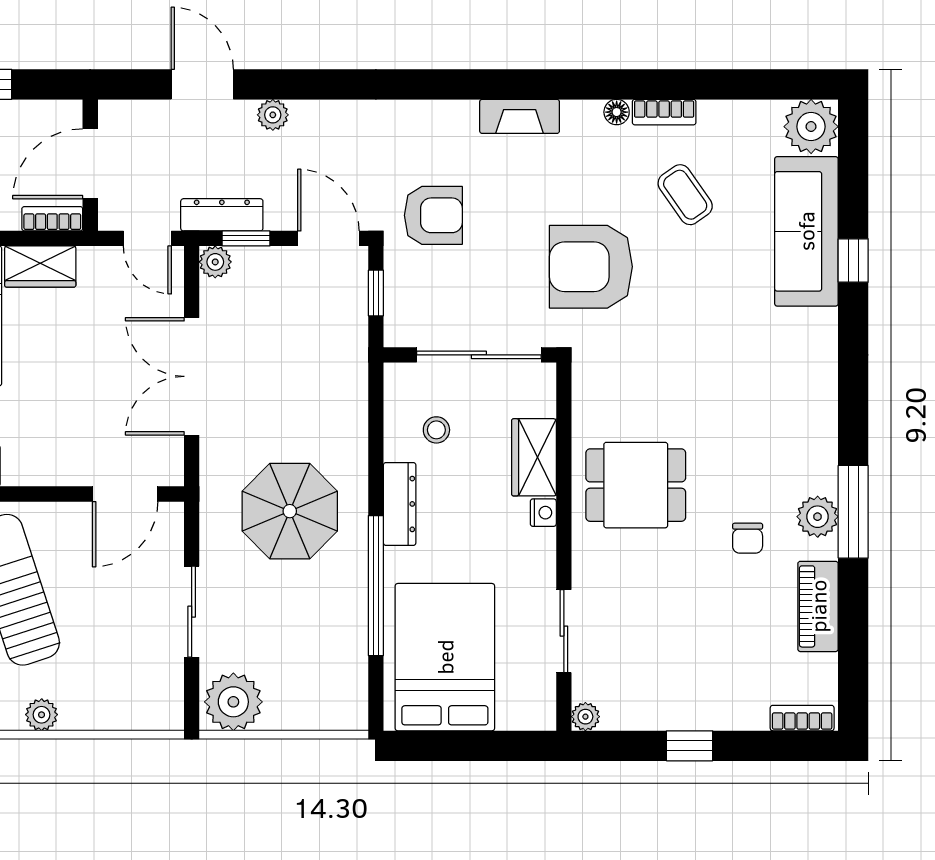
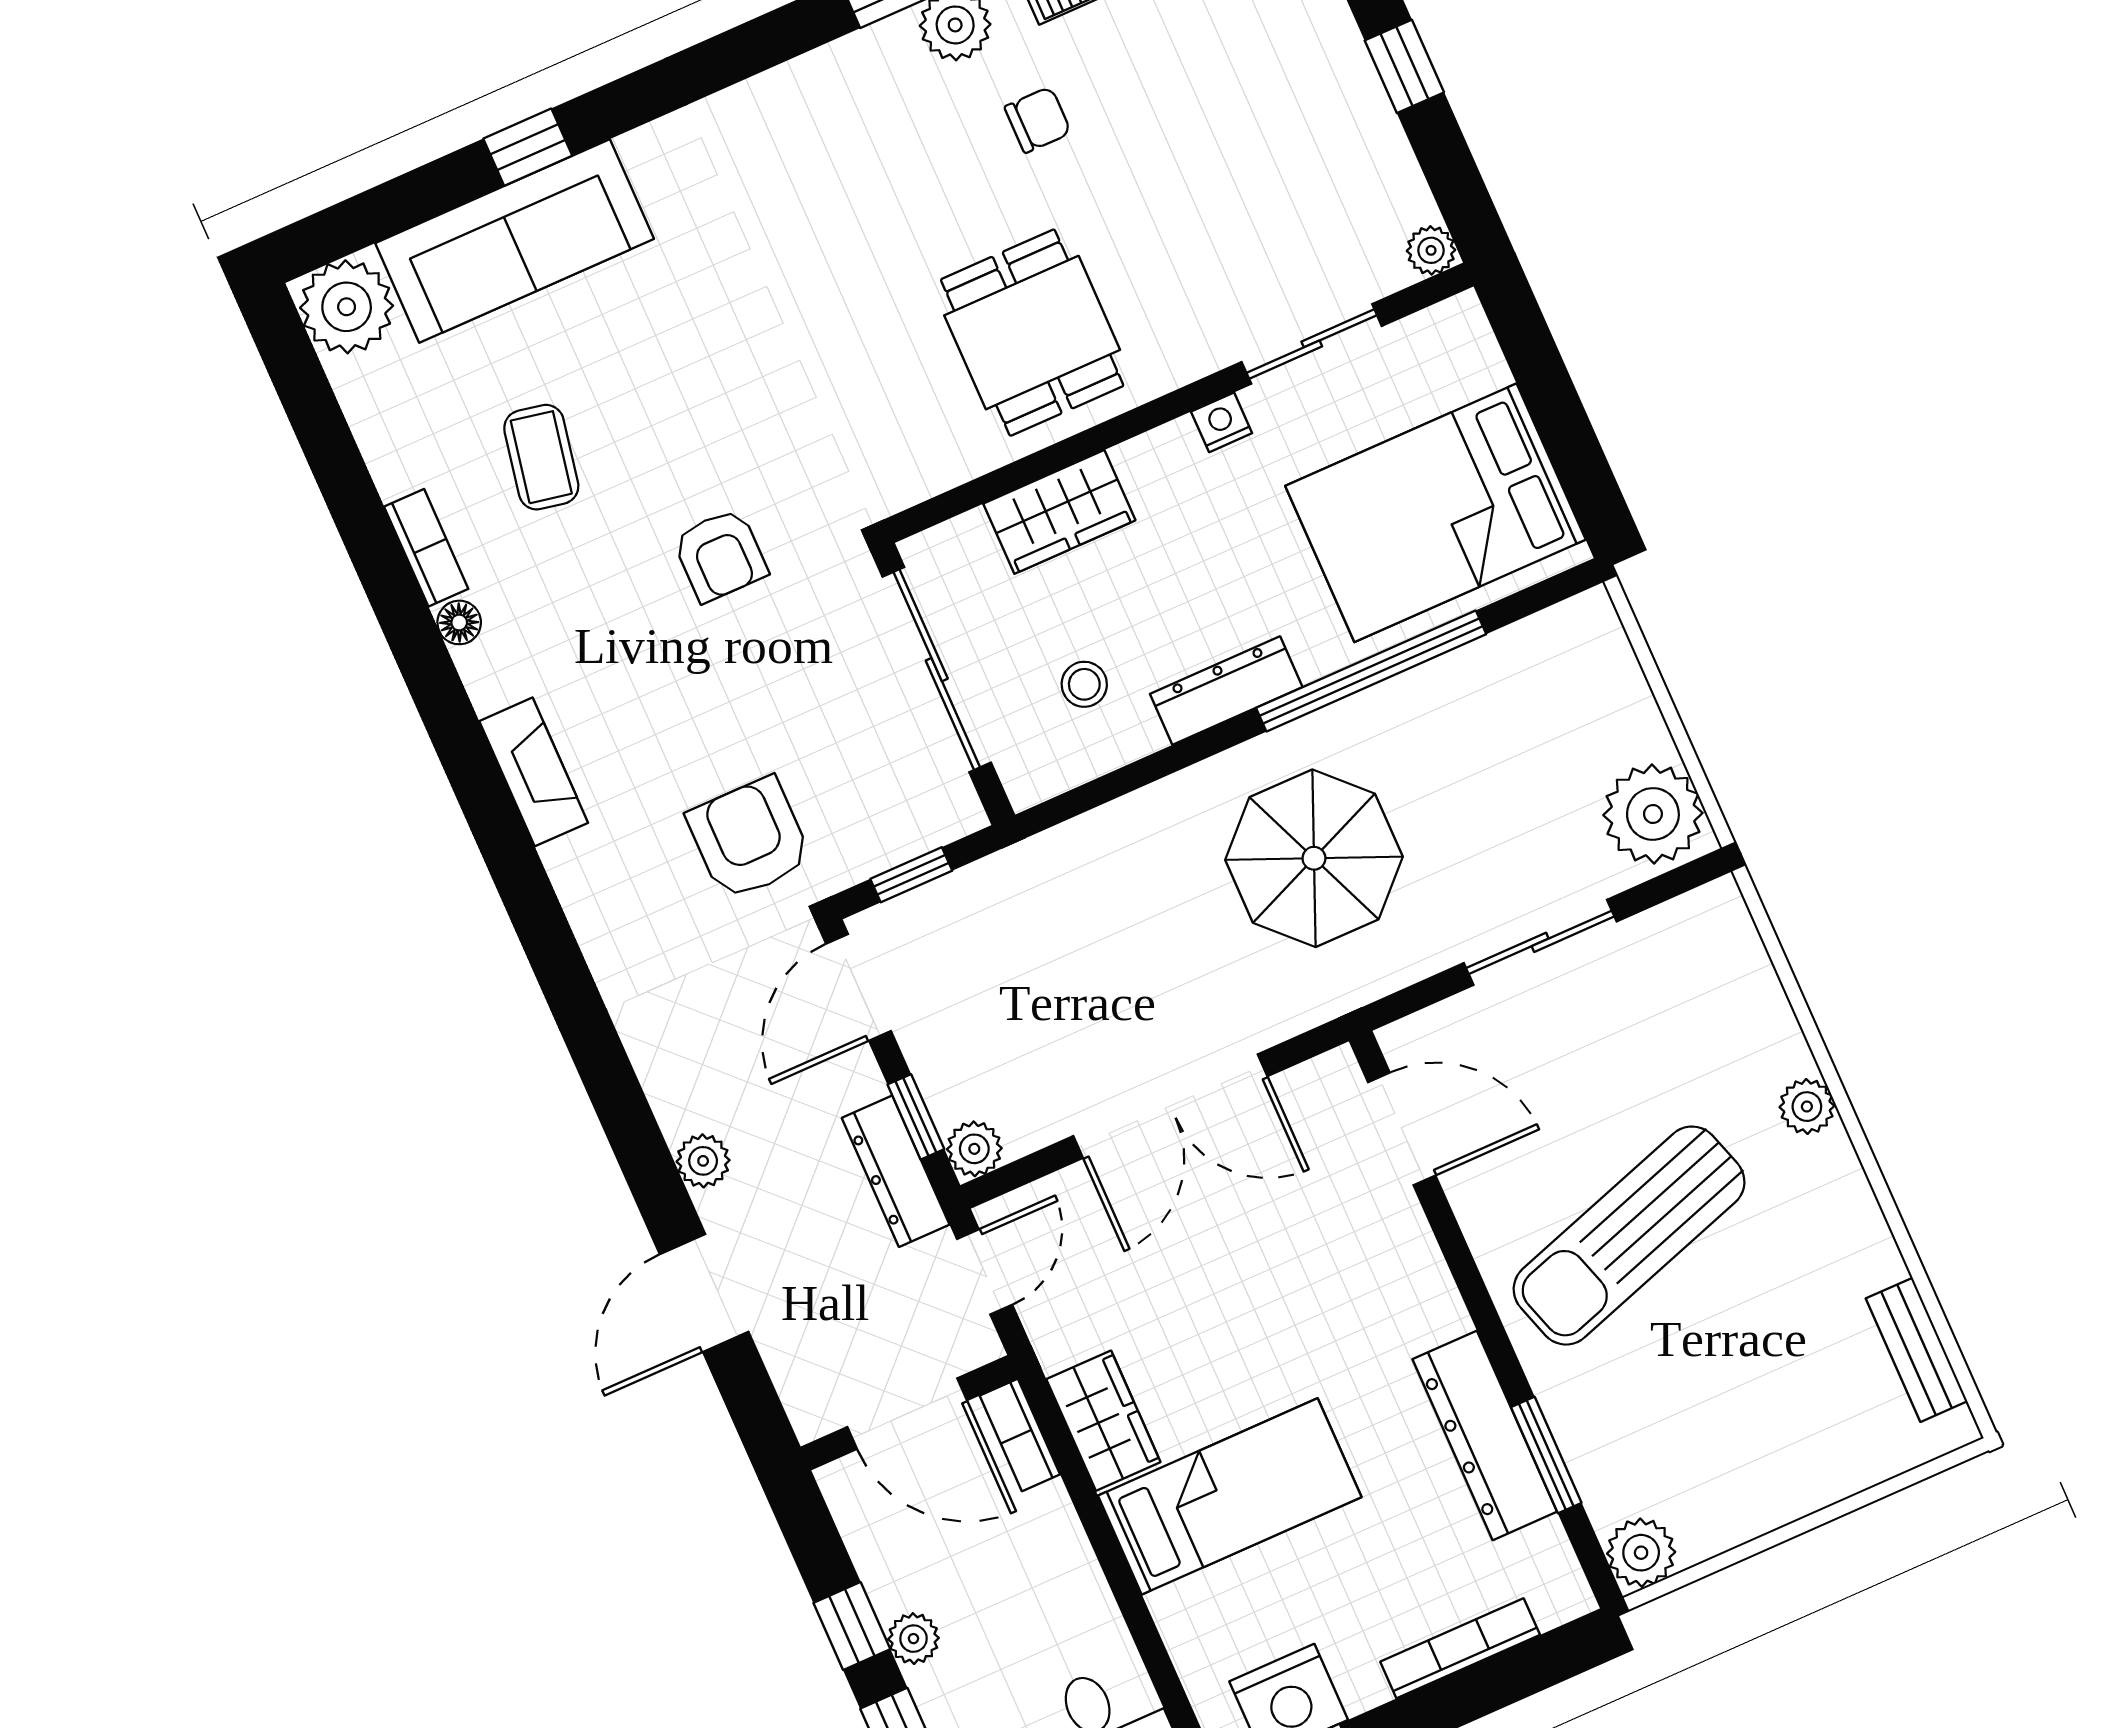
coffee table: (685, 195) -> (541, 457), turned -44
armchair: (591, 267) -> (720, 555), width x0.53, depth x0.53
nightstand: (543, 513) -> (1222, 422), moved

